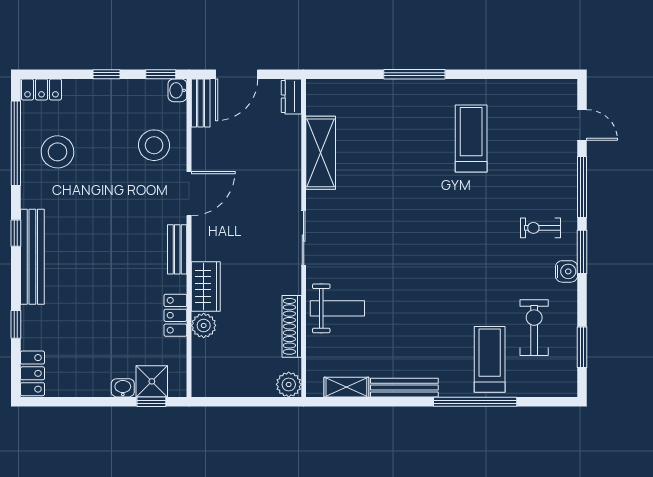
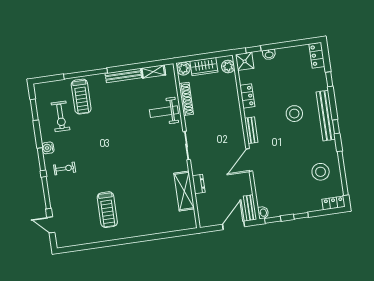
window: (414, 74) -> (141, 239), removed
dresser: (291, 96) -> (199, 184), moved
stool: (154, 145) -> (294, 114), moved
wardrobe: (206, 286) -> (204, 67), moved, turned -90
plant: (204, 325) -> (228, 66), moved
shower: (152, 381) -> (245, 61), moved

